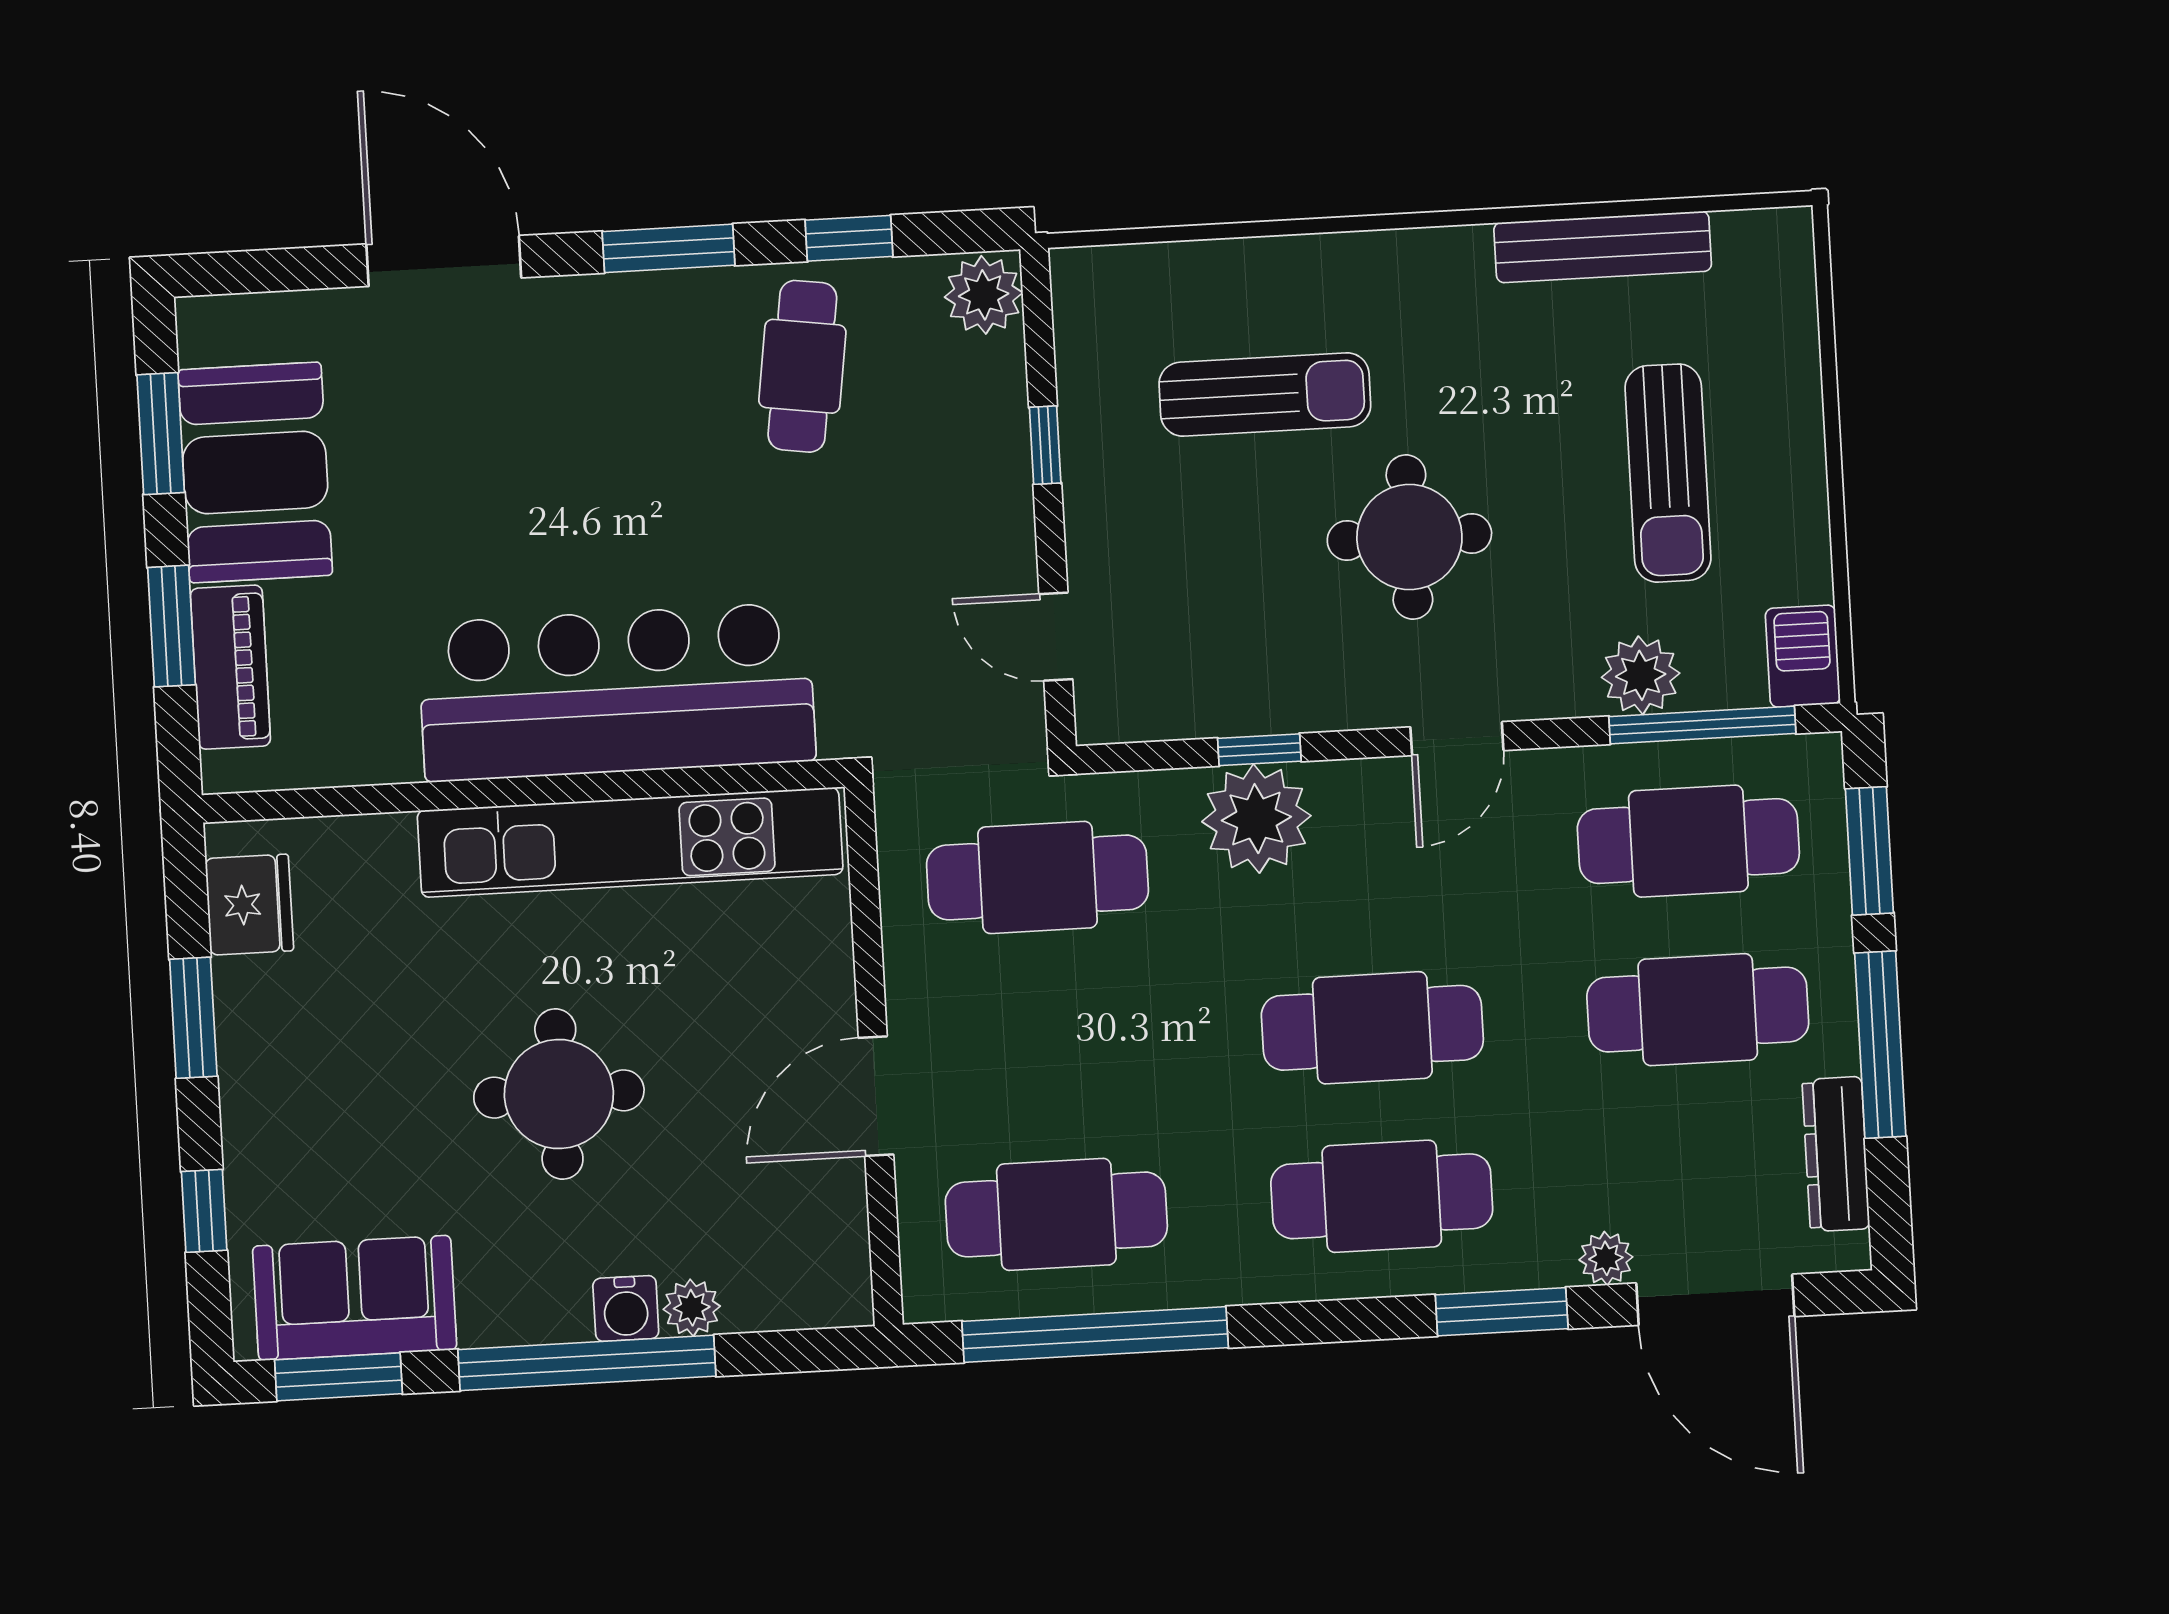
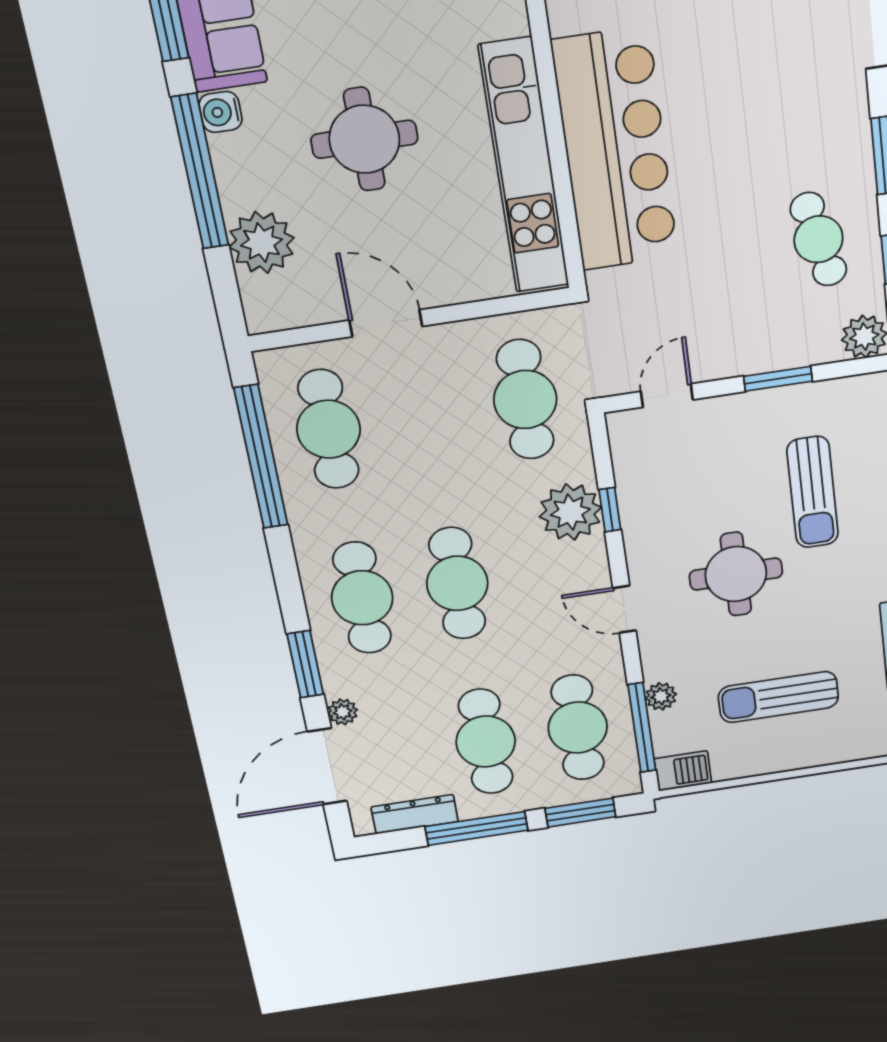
cafe table: (802, 366) -> (818, 239), turned 69
window: (1045, 445) -> (778, 379), width x1.50
plant: (1641, 675) -> (661, 696), width x0.73, depth x0.73
water cooler: (626, 1308) -> (221, 112), moved
plant: (692, 1308) -> (262, 243), width x1.88, depth x1.88

